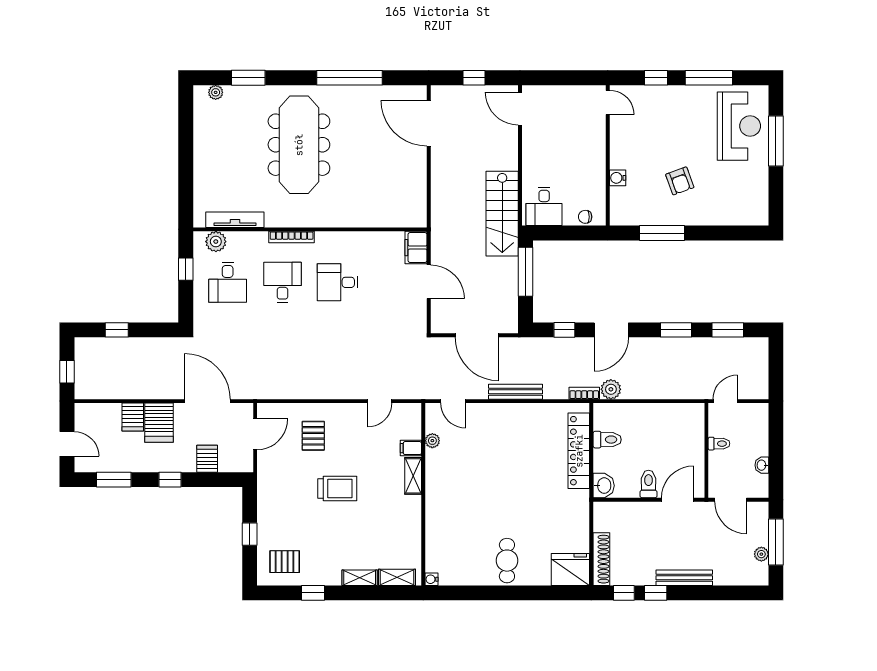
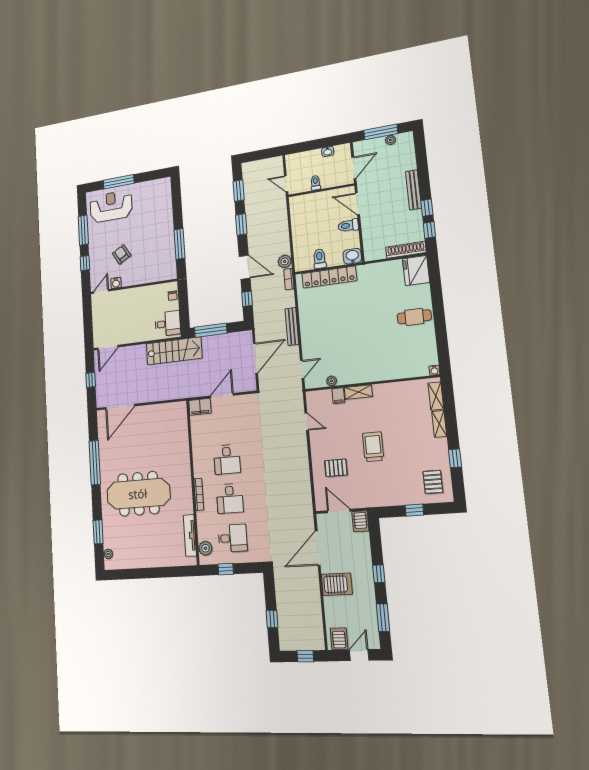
water cooler: (618, 178) -> (116, 283), moved
armchair: (680, 181) -> (122, 254), moved, turned -100
desk: (283, 282) -> (230, 498), turned -90
server rack: (133, 417) -> (339, 639), moved, turned -90
server rack: (207, 459) -> (360, 521), moved, turned -90

